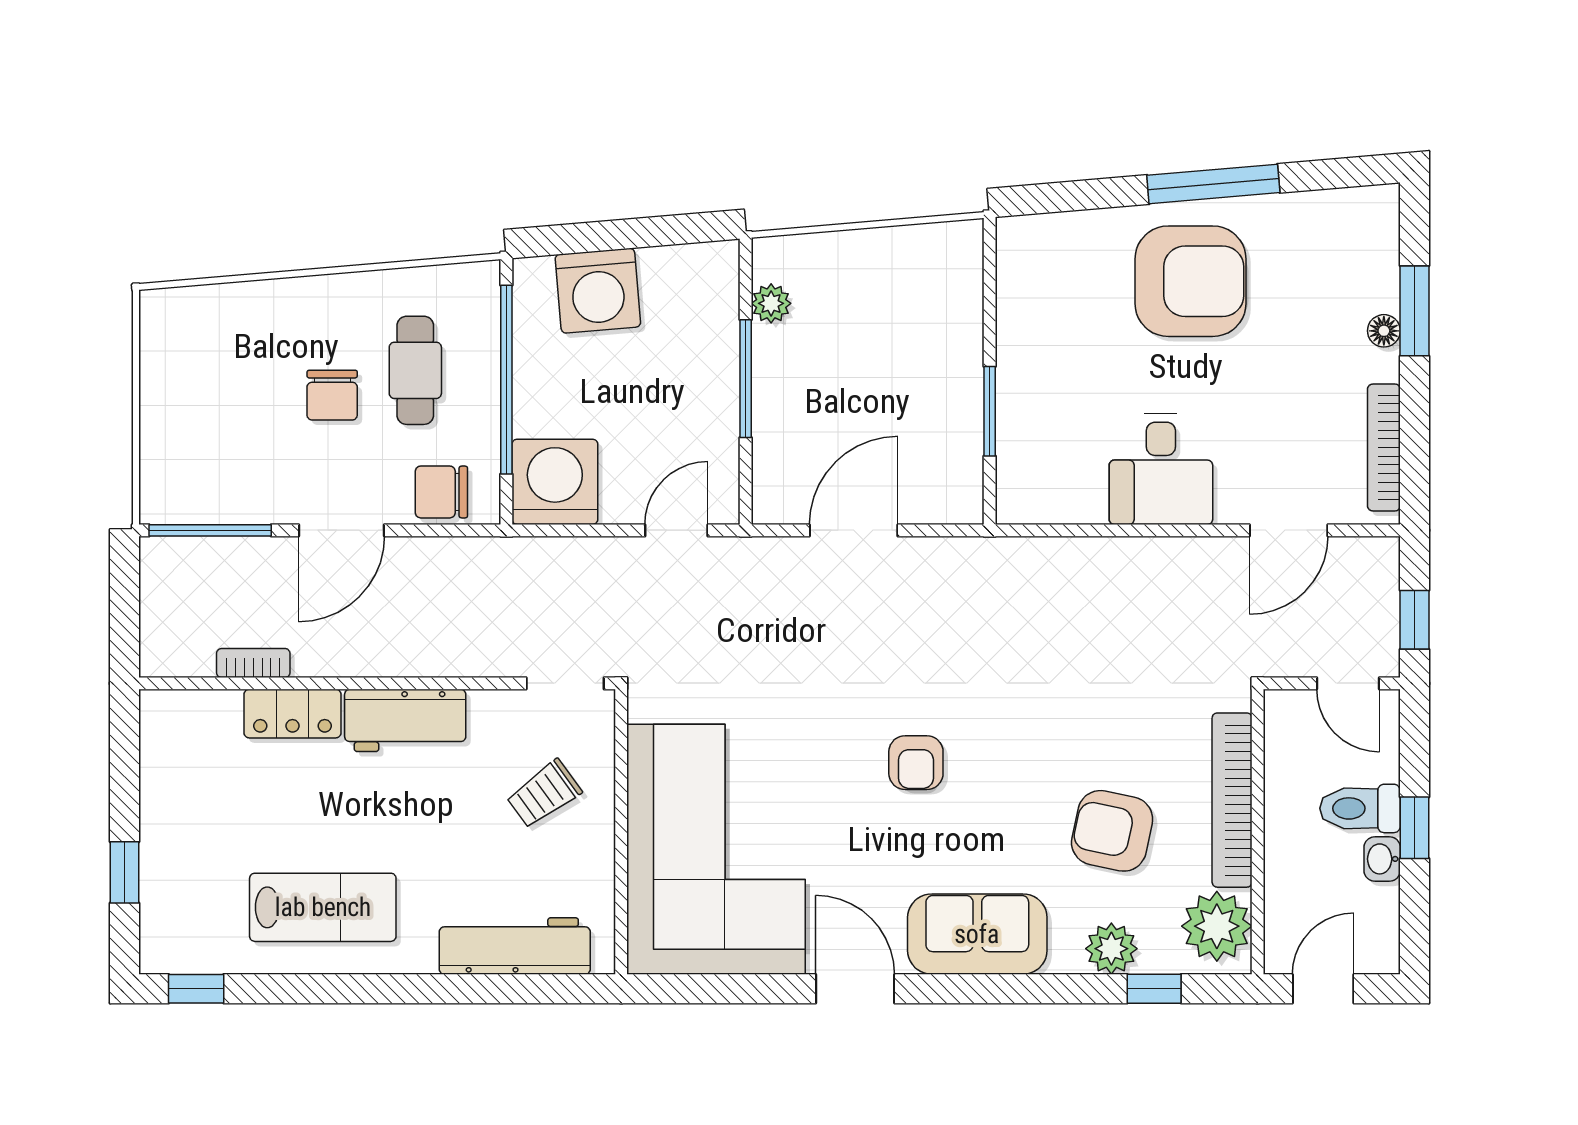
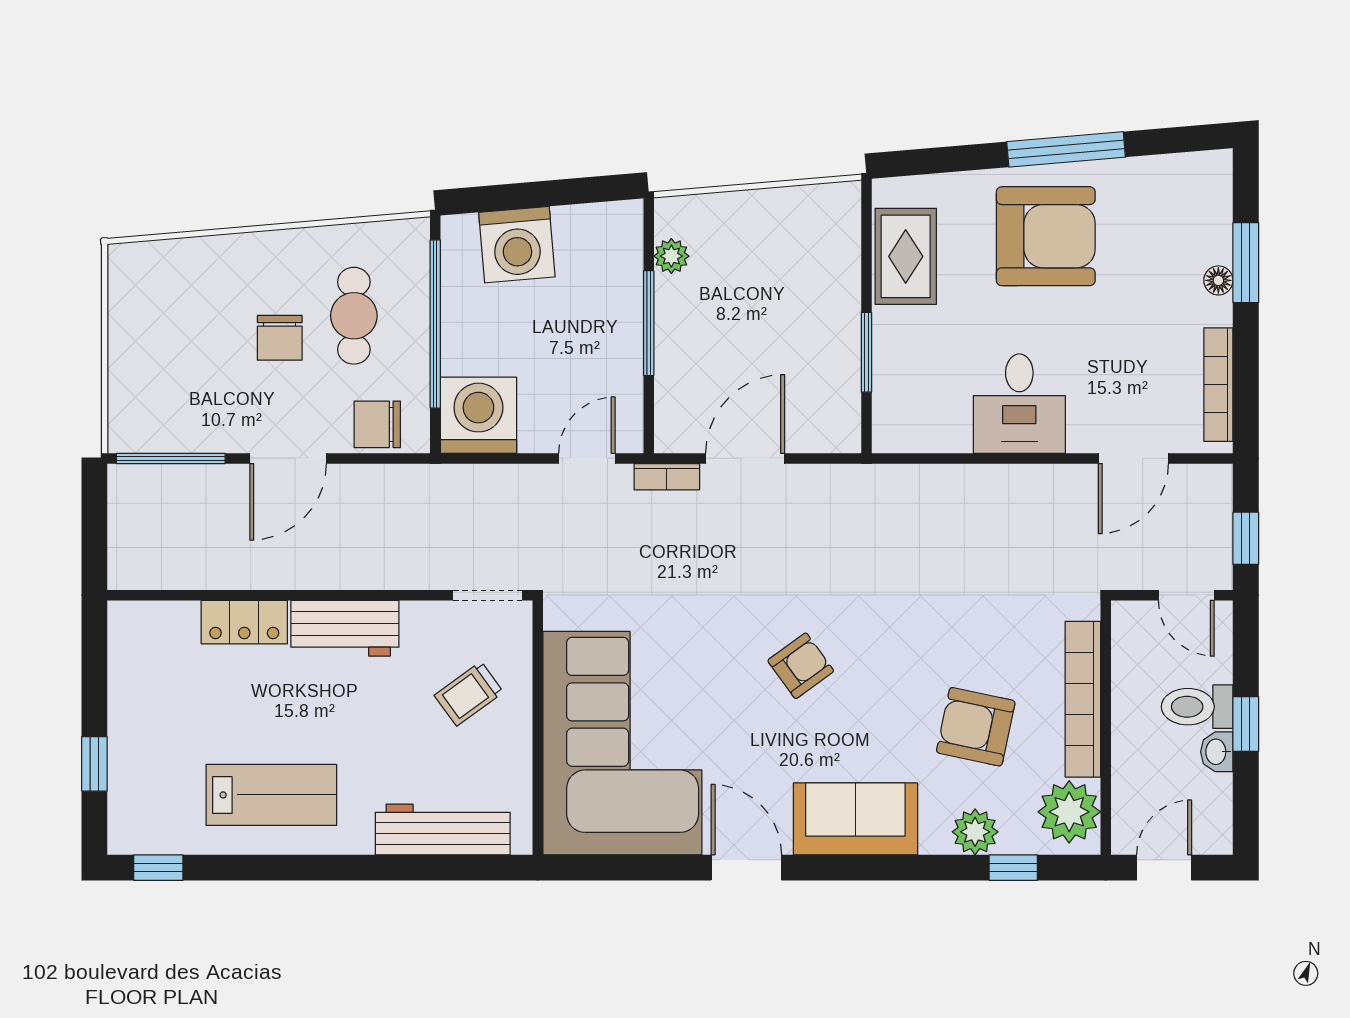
rug: (1034, 304) -> (906, 256), added
bookcase: (253, 663) -> (667, 477), moved, turned 180
armchair: (916, 763) -> (801, 666), turned -126

